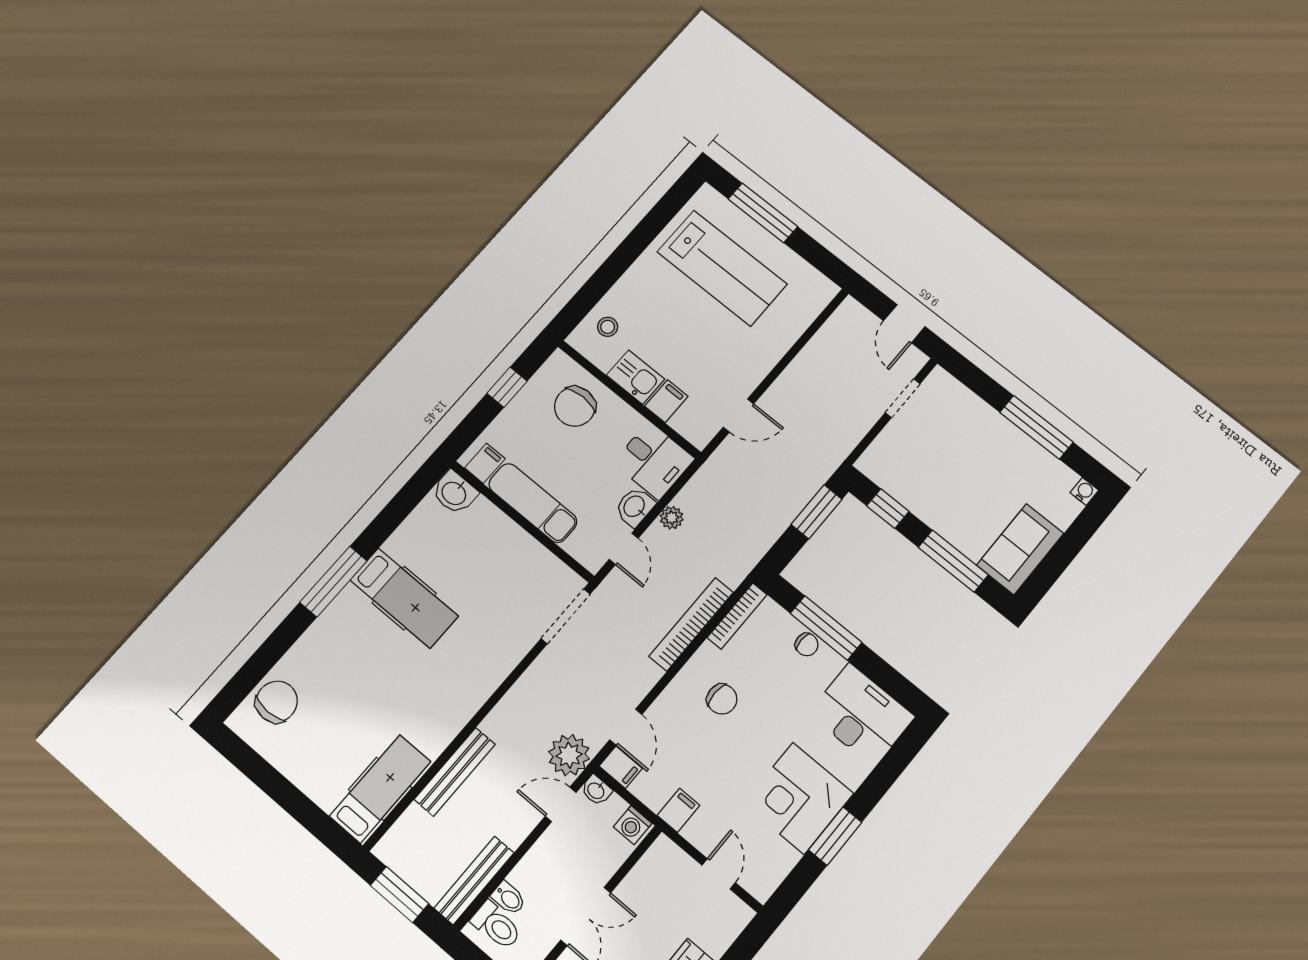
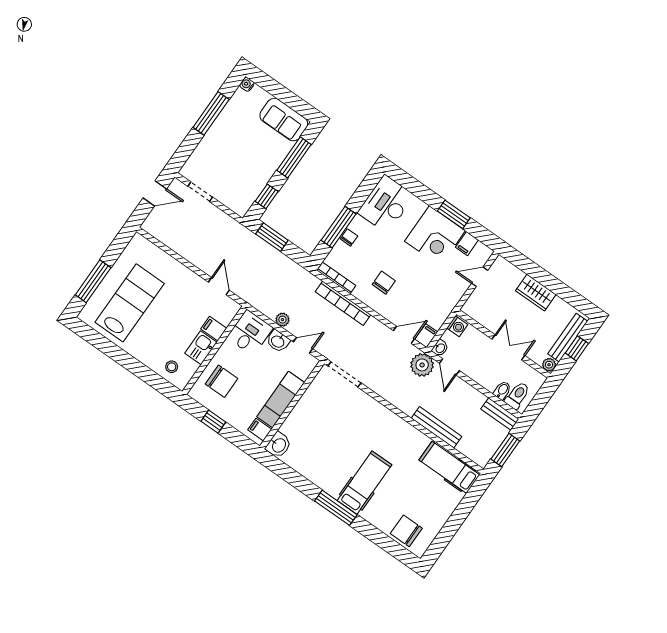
hospital bed: (404, 598) -> (365, 483), moved
filing cabinet: (678, 810) -> (467, 244), moved, turned -90
bench: (474, 880) -> (500, 414), width x0.73

